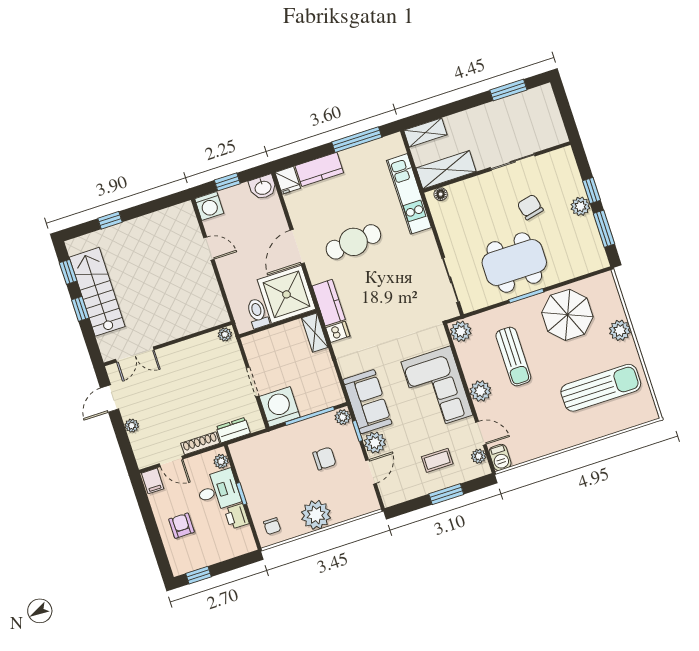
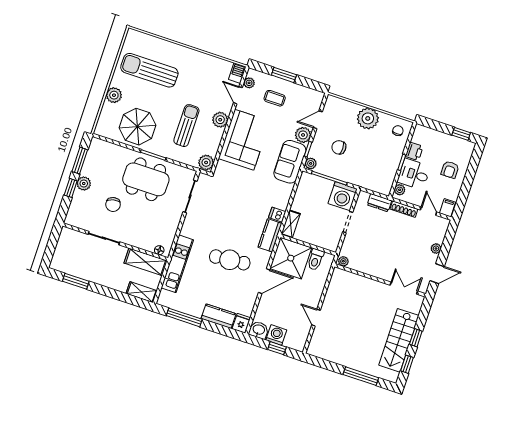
washing machine: (209, 206) -> (276, 335), moved
window: (110, 220) -> (361, 376), width x2.17

